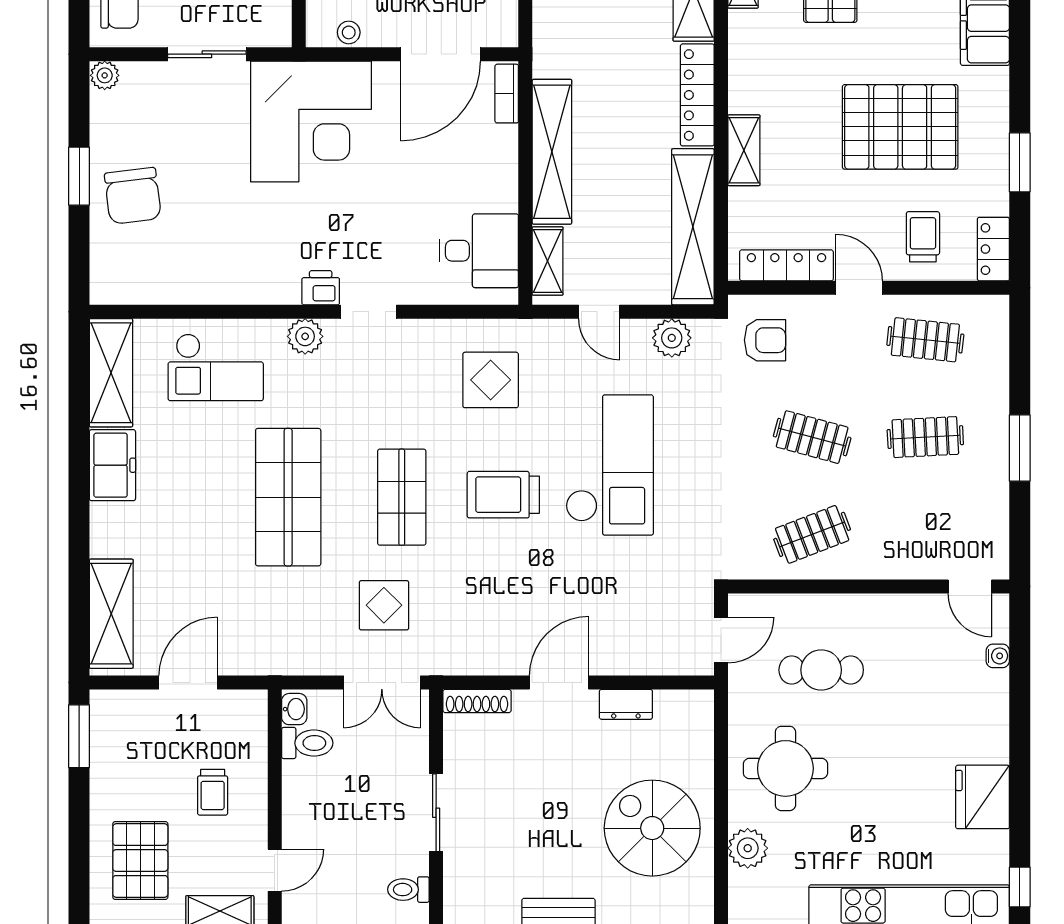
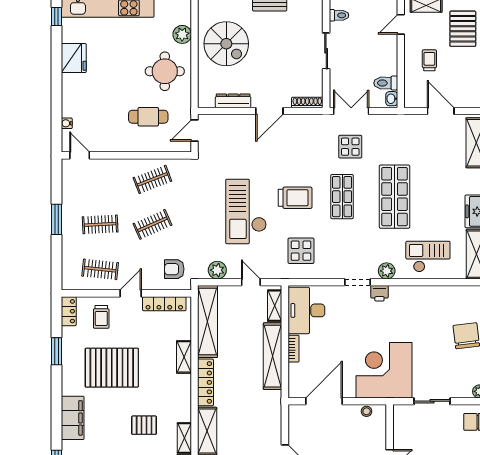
bookcase: (507, 94) -> (294, 349), moved
desk: (479, 251) -> (306, 310), width x1.37
door: (859, 288) -> (131, 293), swing flipped
clothes rail: (812, 437) -> (152, 224), turned -39
door: (188, 683) -> (441, 111), swing flipped
dresser: (626, 704) -> (233, 101), width x1.44

